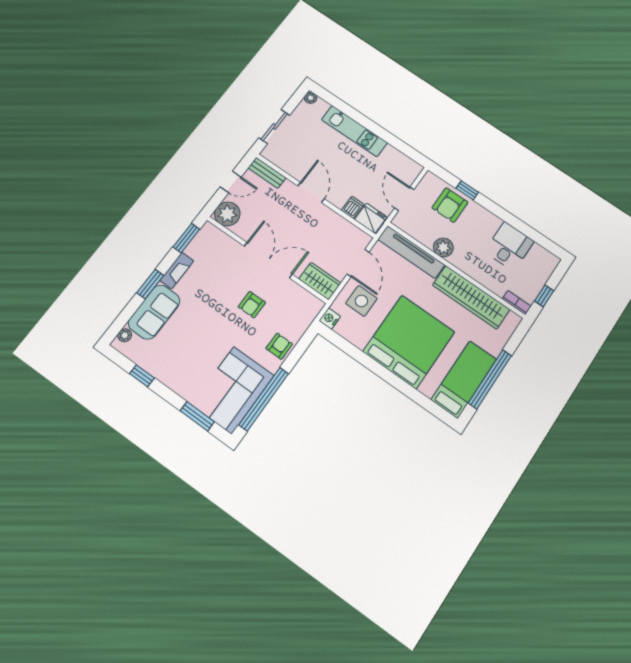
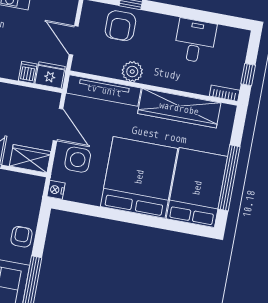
bed: (464, 379) -> (197, 188), width x1.50

